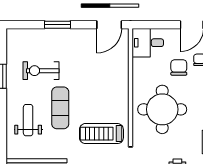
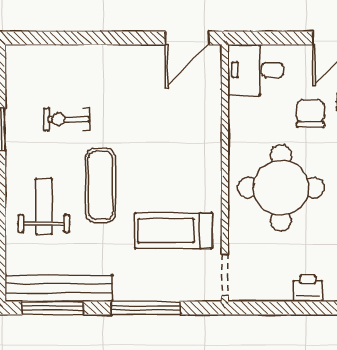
window: (58, 25) -> (96, 38), removed
exercise bike: (41, 71) -> (67, 119), width x0.73, depth x0.72

